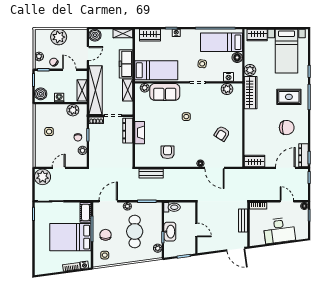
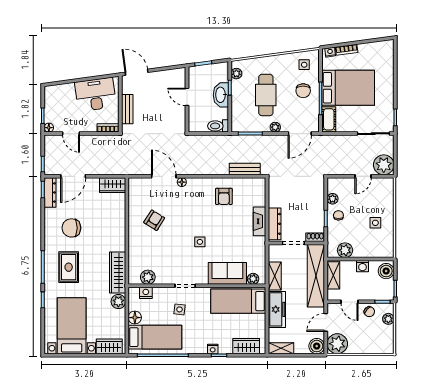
plant: (59, 37) -> (337, 344), moved
rug: (289, 97) -> (69, 267), turned 90
desk: (279, 230) -> (95, 94), moved

